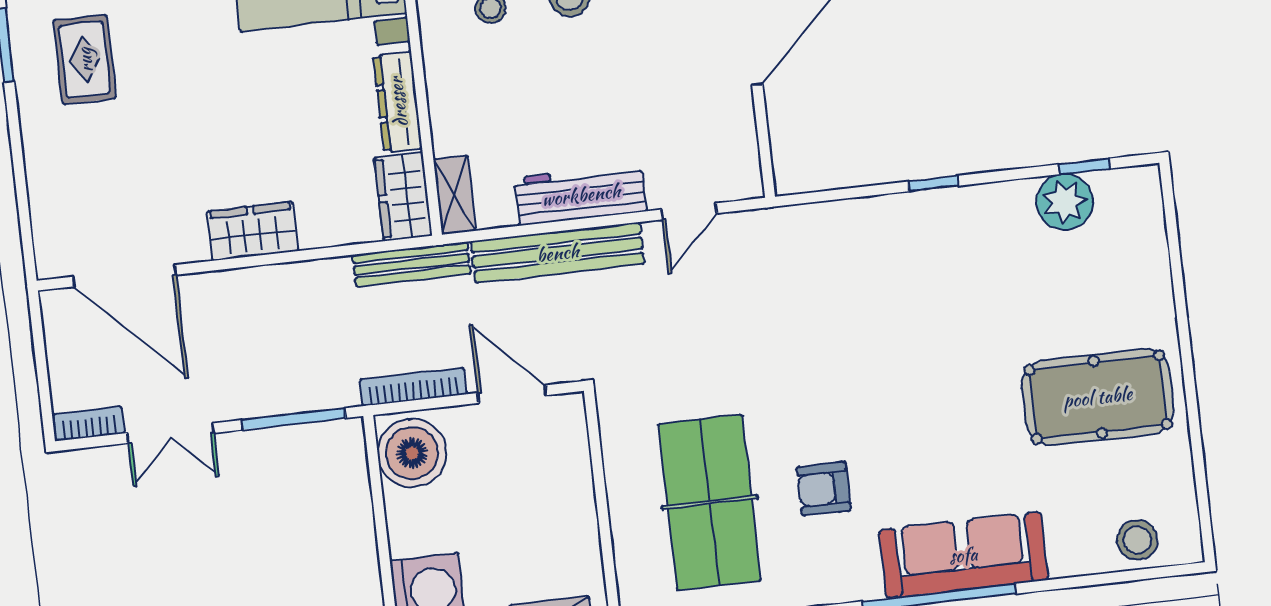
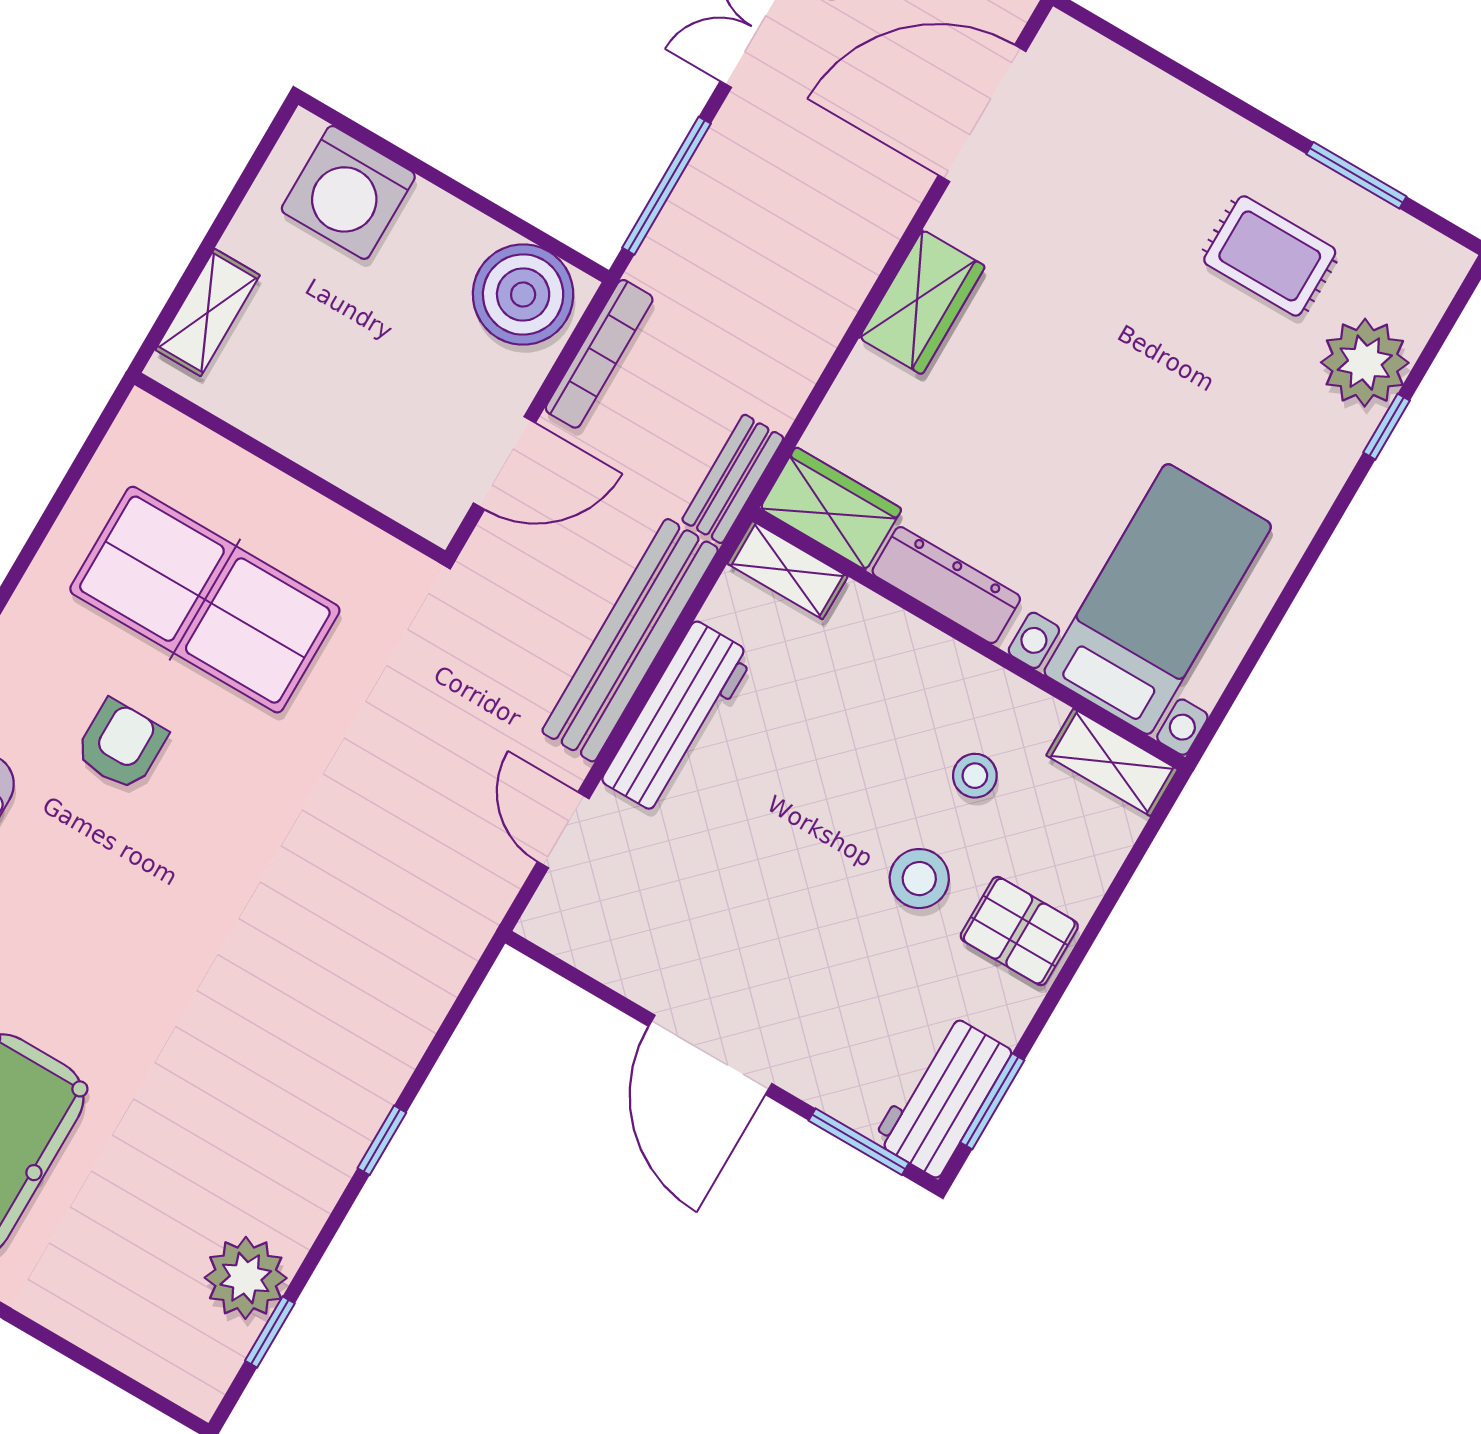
bench: (412, 264) -> (733, 479), width x0.73

